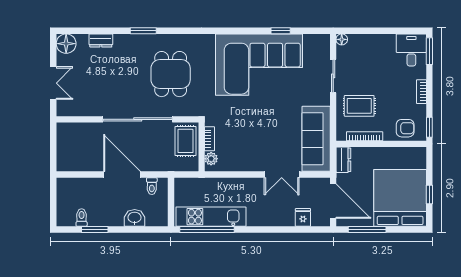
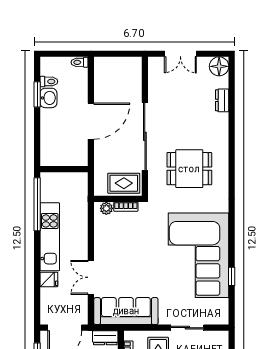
window: (143, 31) -> (232, 142), removed
floor lamp: (342, 39) -> (223, 336), removed
toilet: (152, 186) -> (80, 62), moved
kitchen unit: (211, 217) -> (50, 237), moved
fridge: (303, 217) -> (49, 279), moved
washbasin: (135, 218) -> (48, 98), moved

